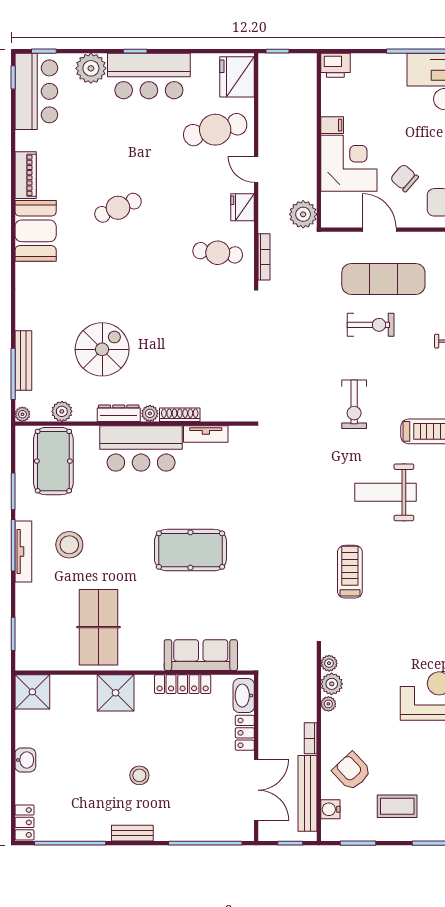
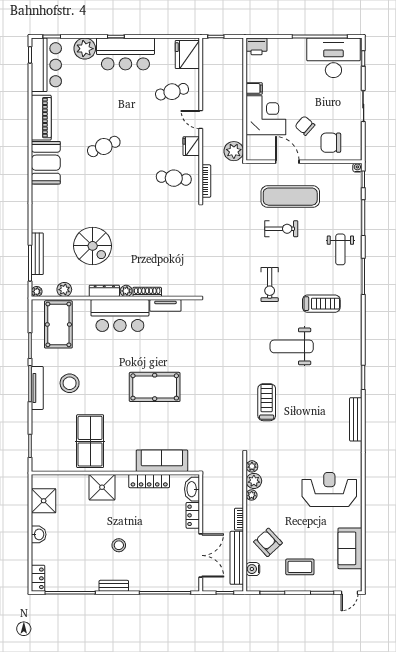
cafe table: (215, 130) -> (172, 92), width x0.73, depth x0.74
piano: (26, 175) -> (41, 118), width x1.37, depth x1.33
spiral stairs: (102, 349) -> (93, 246), turned 90
shower: (32, 692) -> (44, 501), moved

